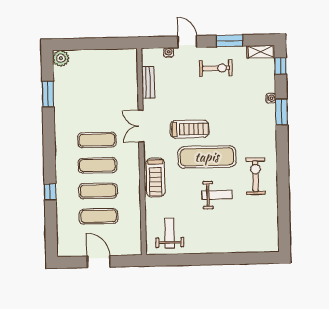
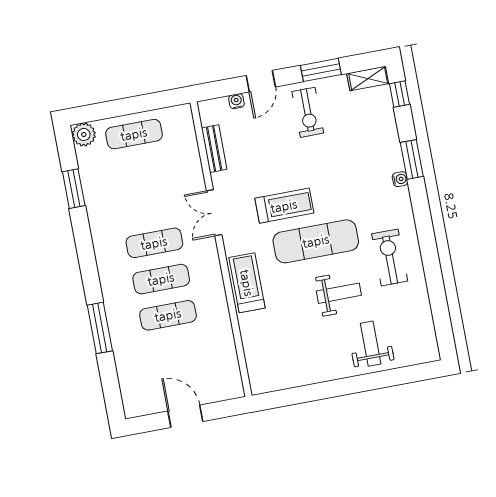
door: (187, 42) -> (261, 81), swing flipped
exercise bike: (216, 68) -> (308, 112), turned 90
water cooler: (271, 98) -> (400, 179), moved
treadmill: (156, 178) -> (247, 283), turned 180
window: (50, 192) -> (100, 328), width x2.17
exercise mat: (99, 216) -> (134, 134), moved
weight bench: (170, 233) -> (371, 344), moved

